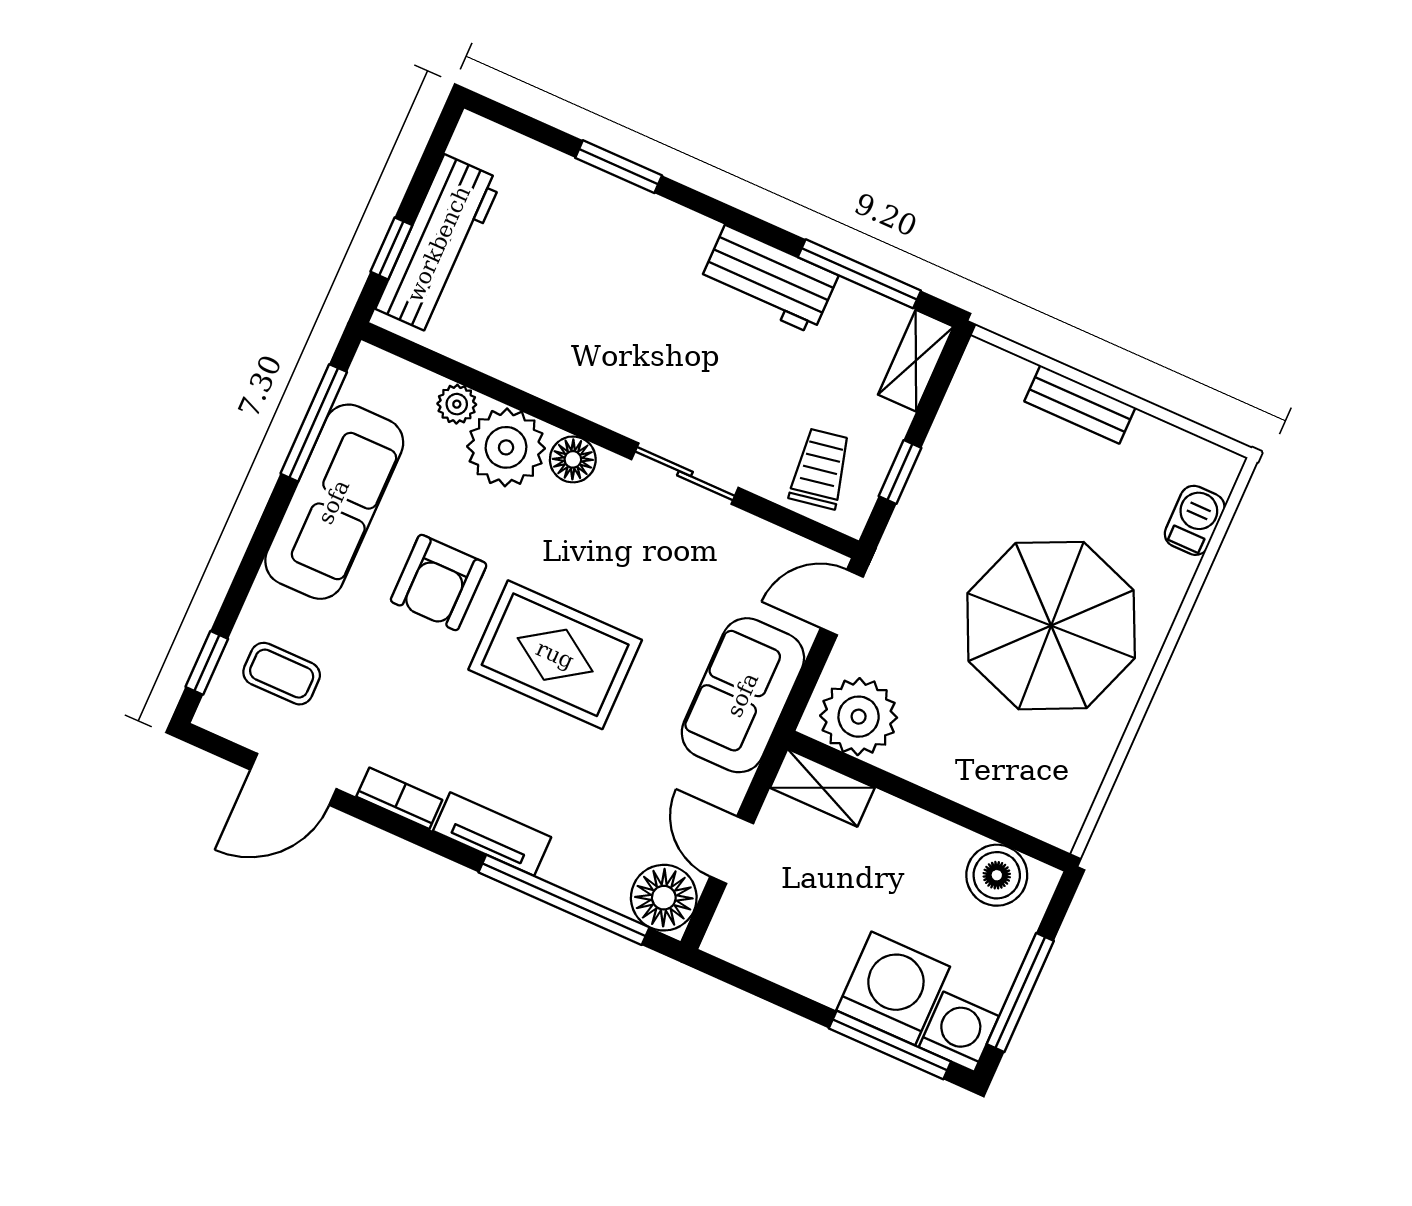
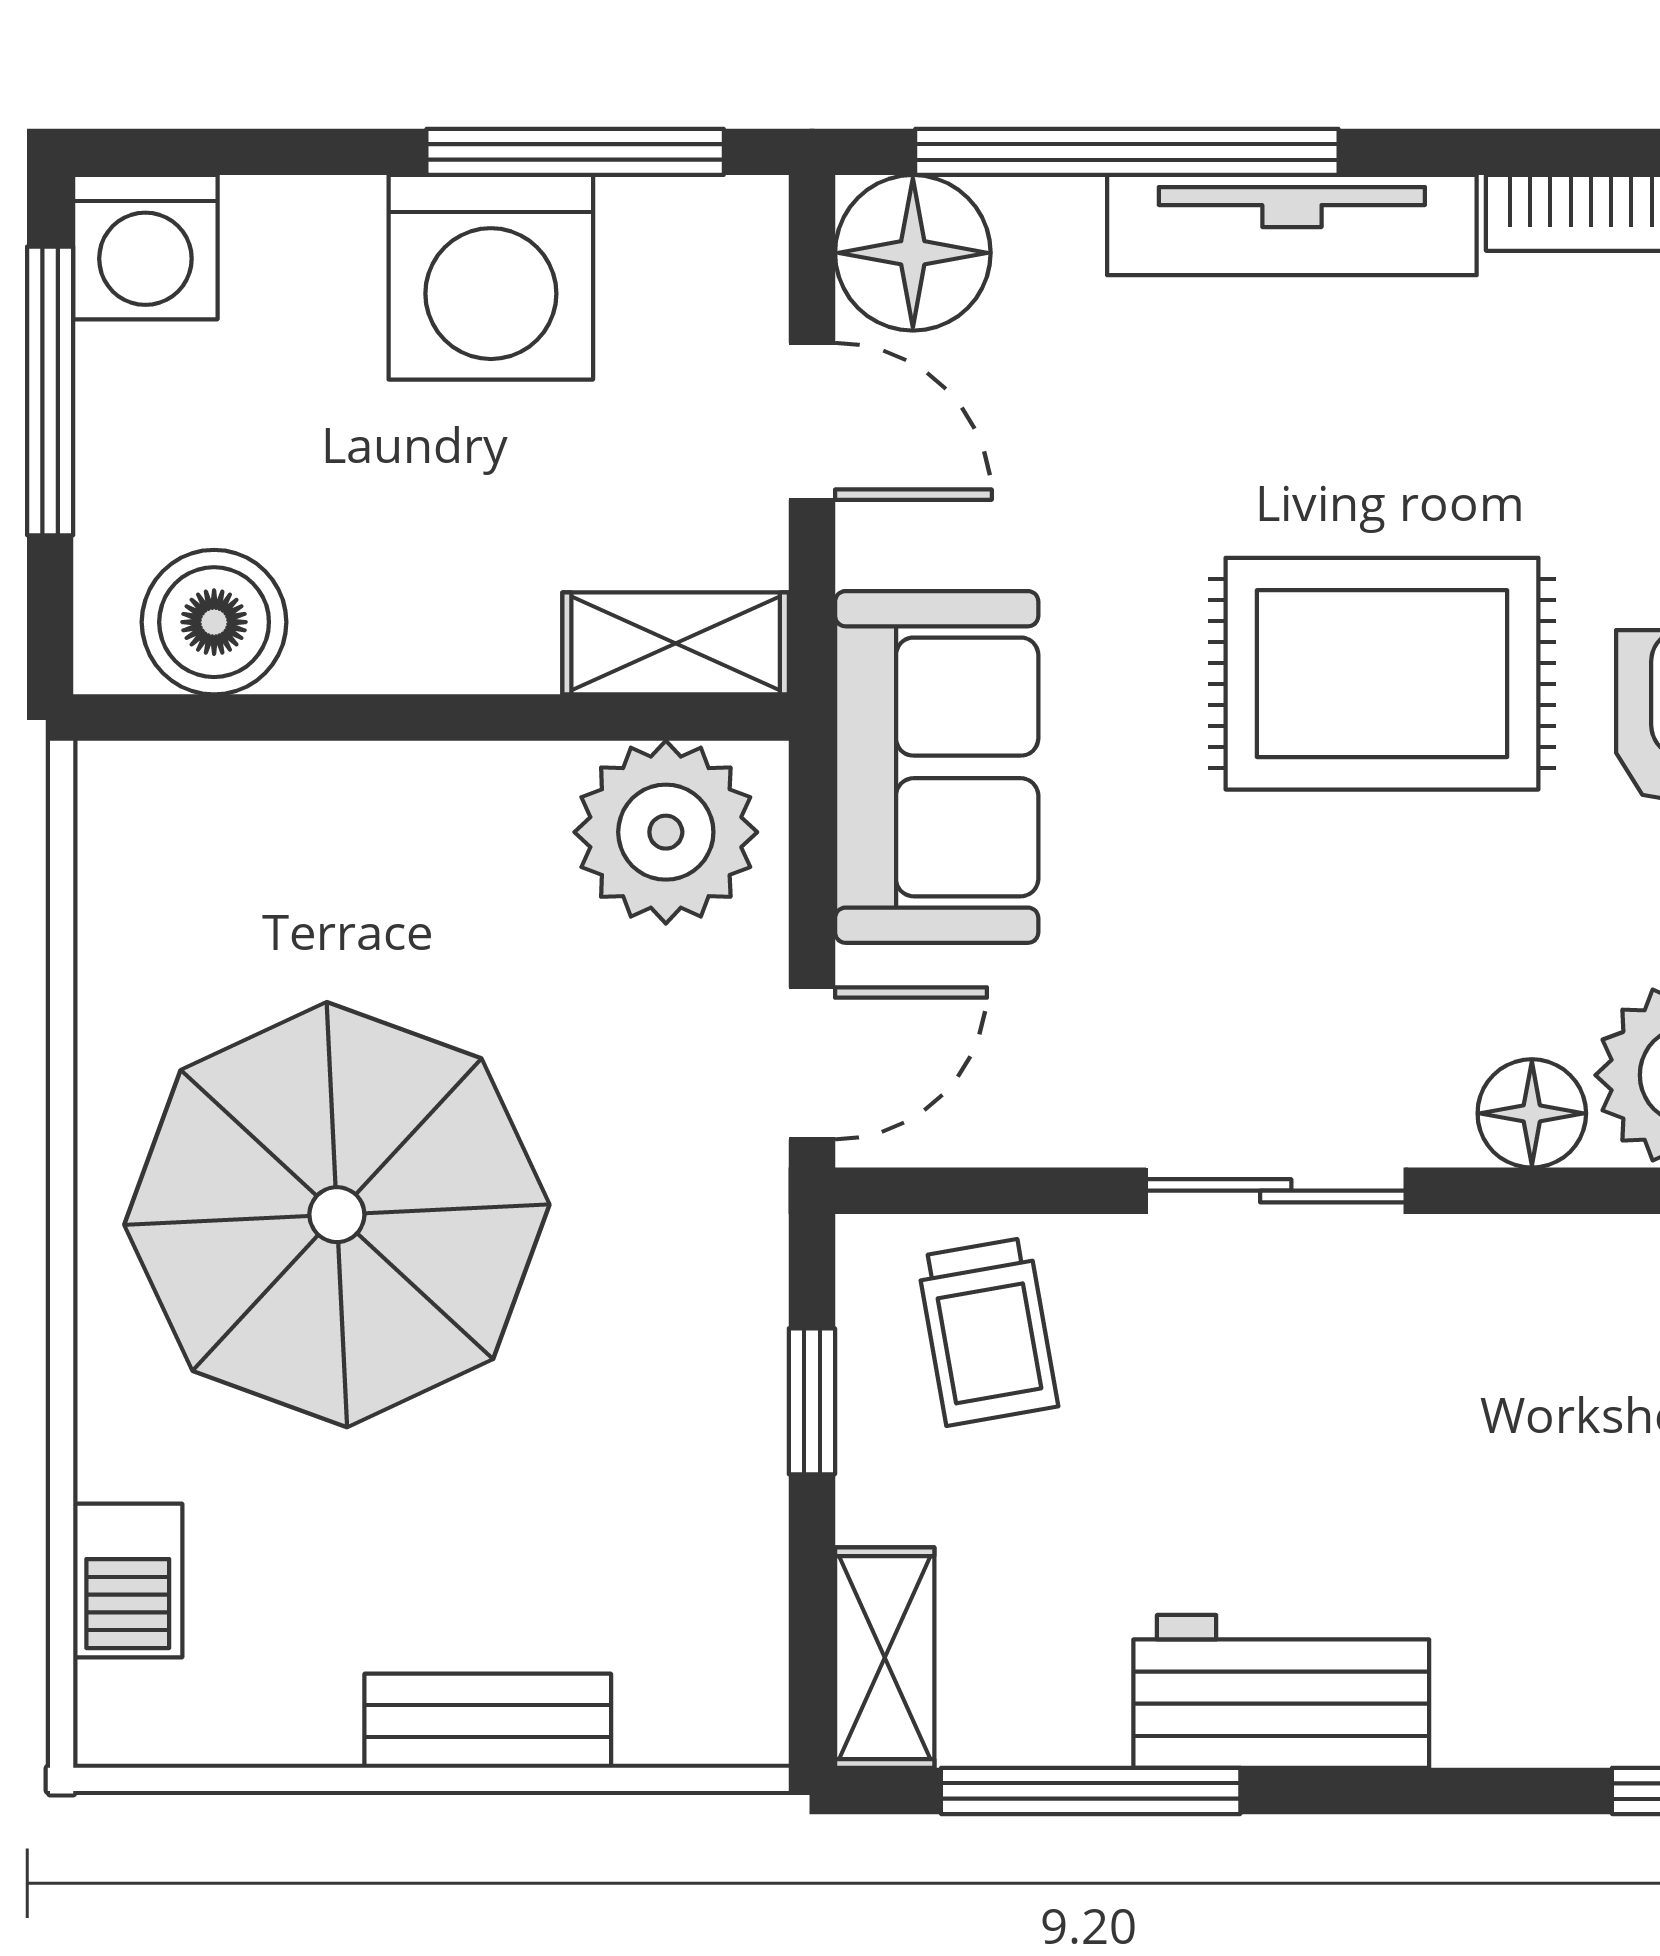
tv unit: (492, 834) -> (1292, 225), width x1.41
washing machine: (893, 988) -> (491, 277), moved
window: (890, 1045) -> (575, 152), moved

